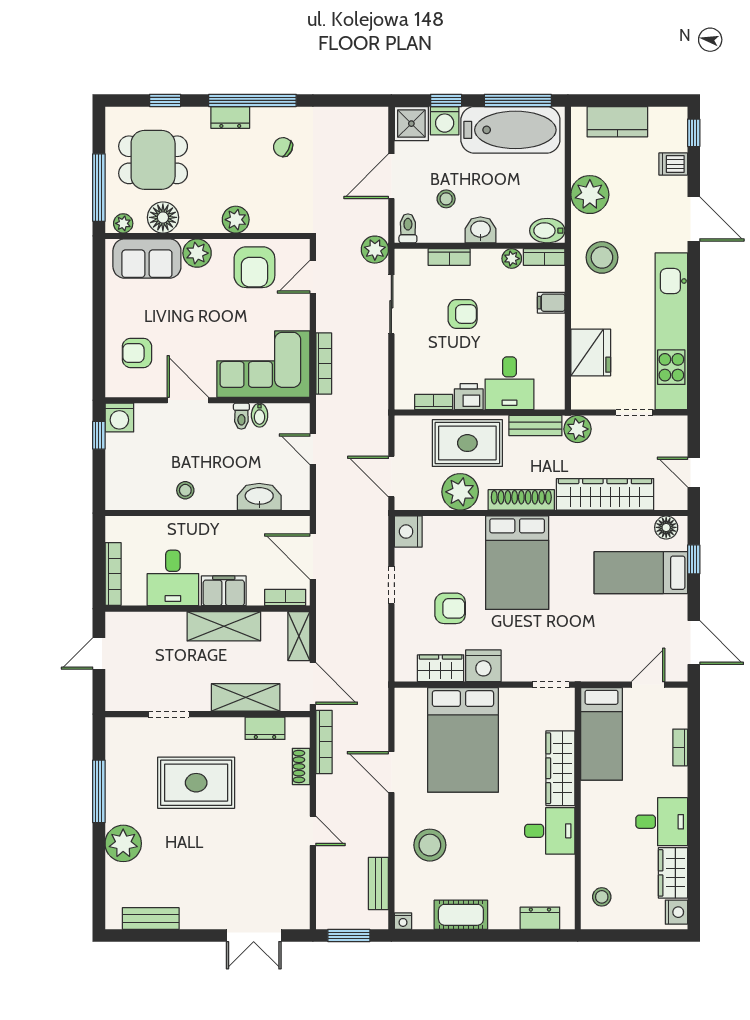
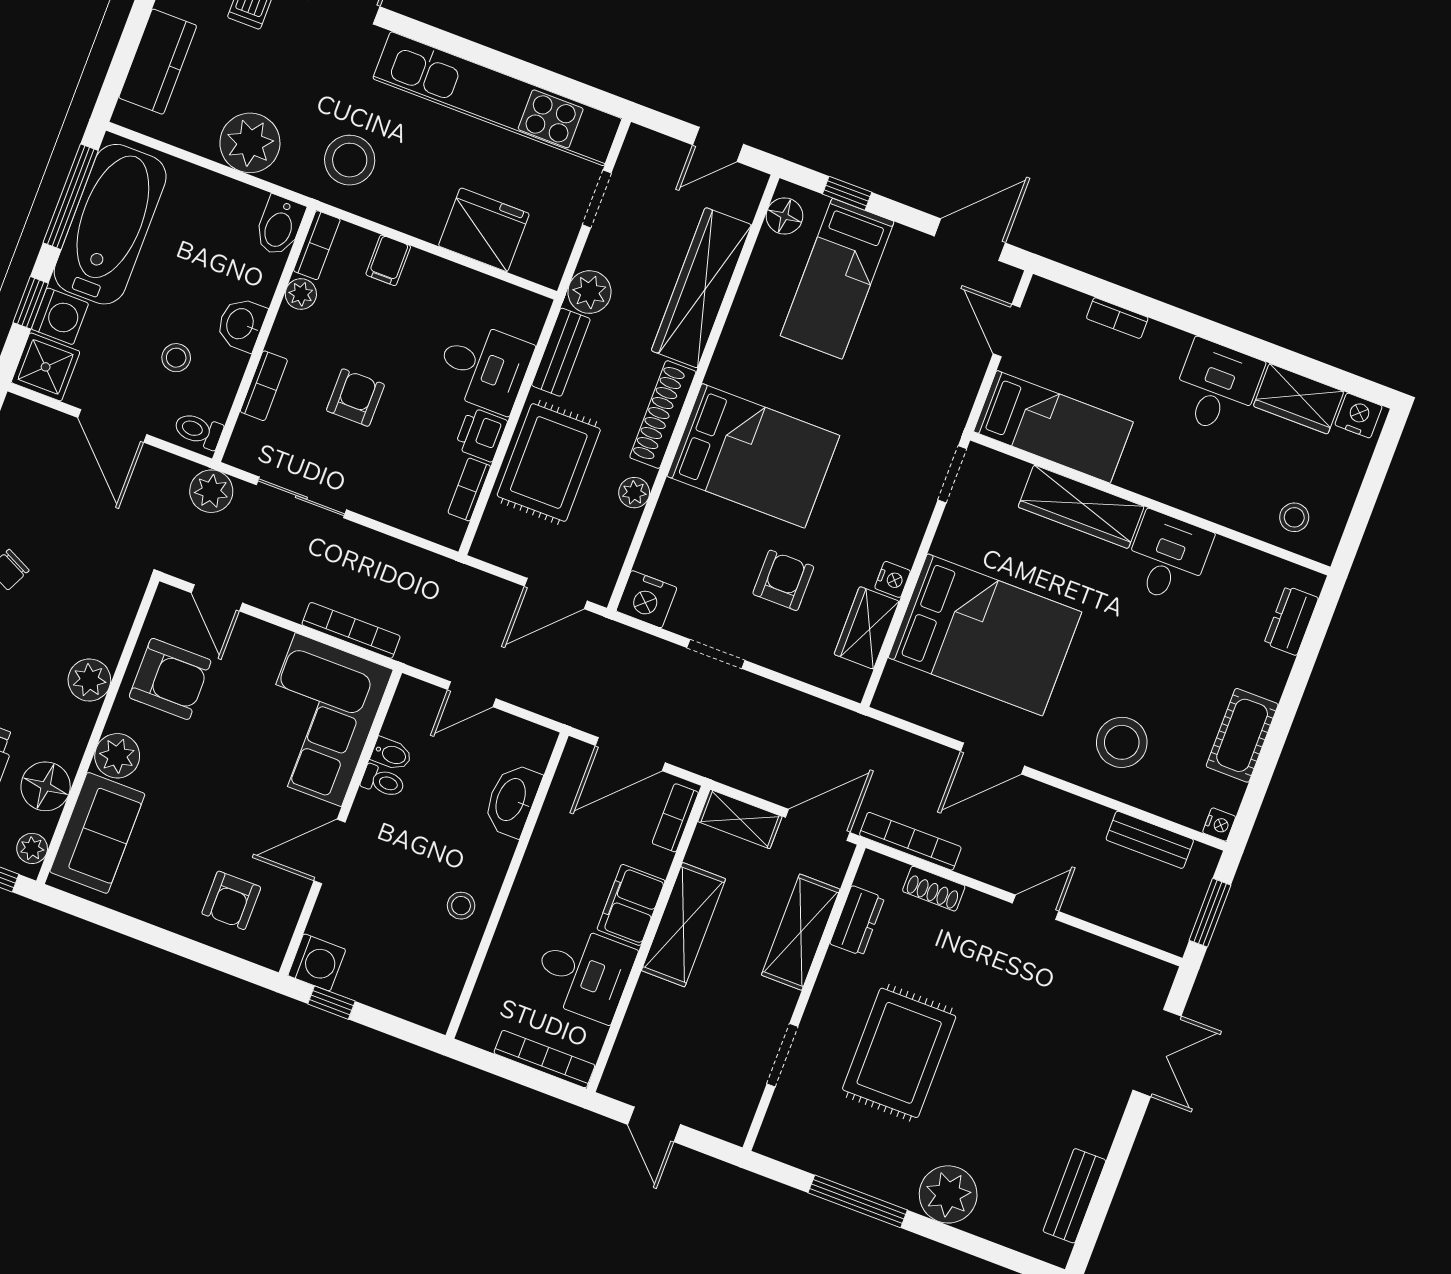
plant: (460, 492) -> (634, 493), width x0.53, depth x0.53
nightstand: (483, 666) -> (893, 579), width x0.53, depth x0.56

